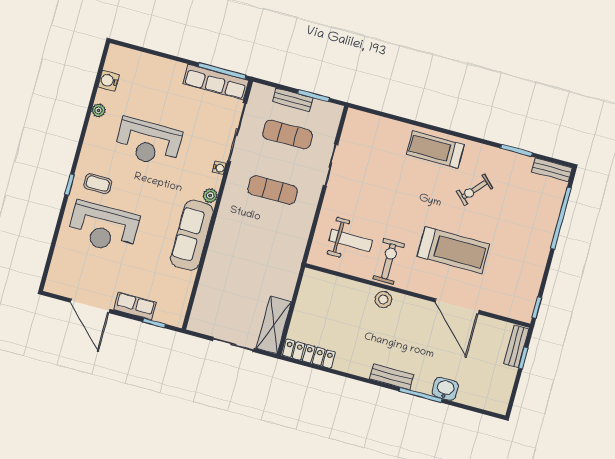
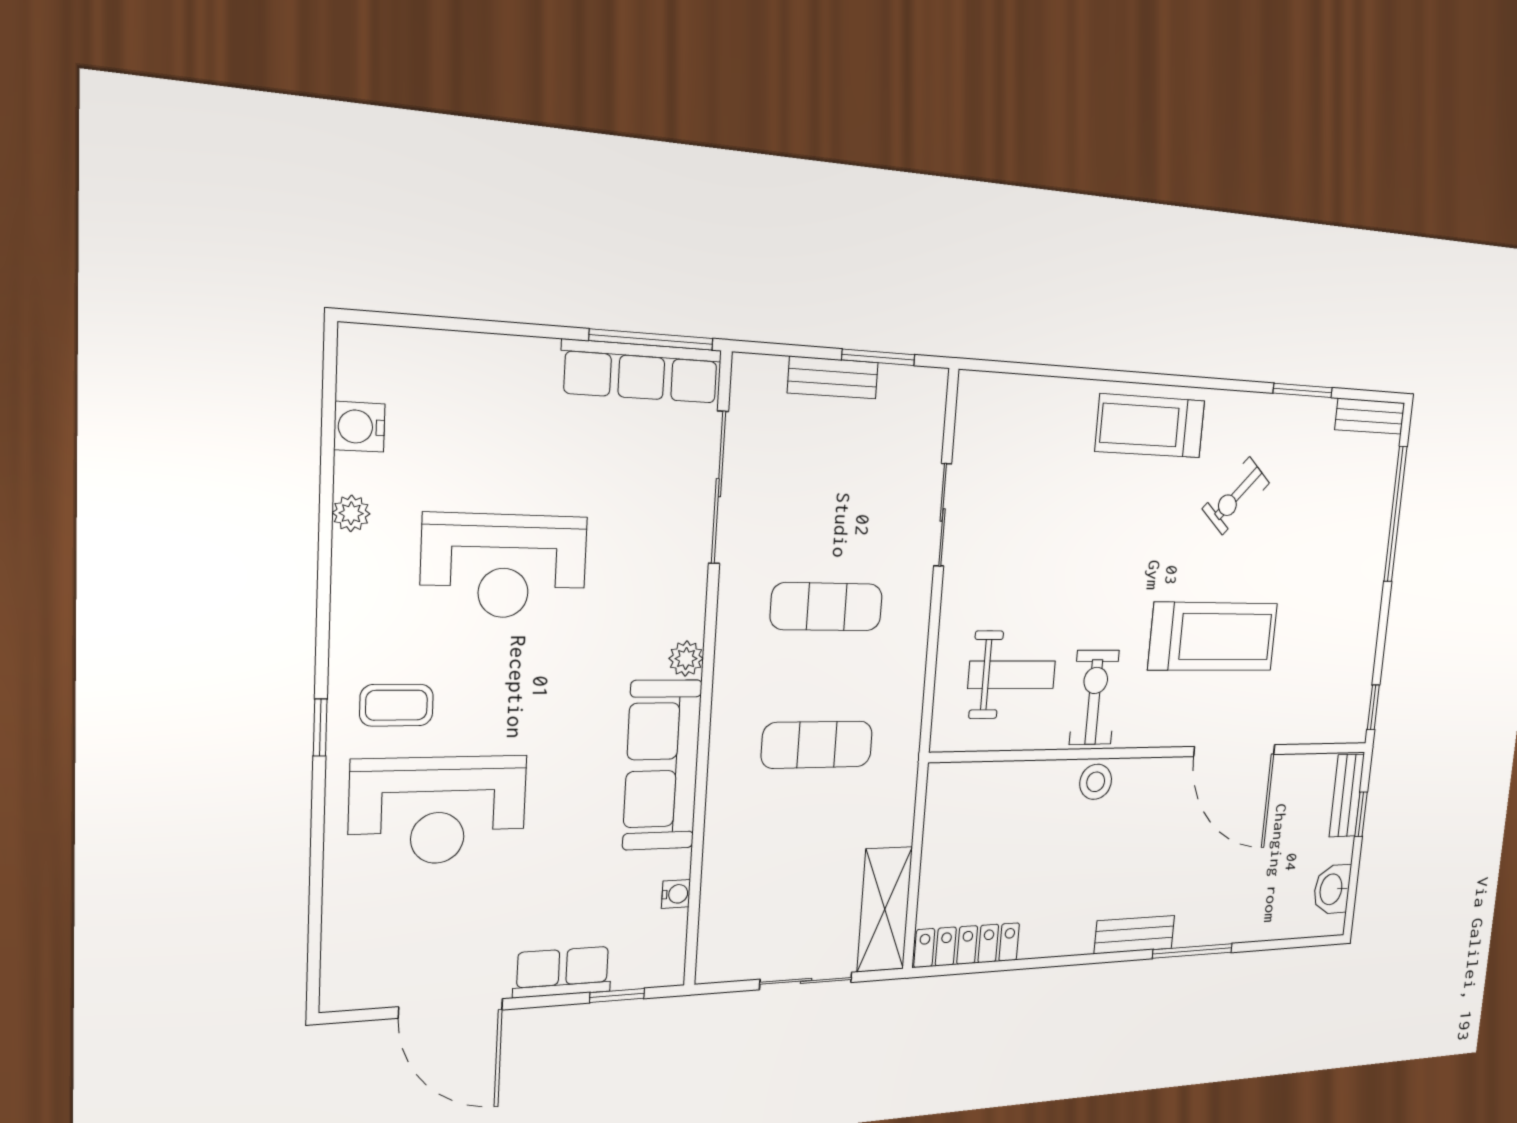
exercise mat: (288, 134) -> (817, 745), moved
water cooler: (219, 168) -> (676, 894), moved
washbasin: (445, 389) -> (1332, 889), moved, turned -90

